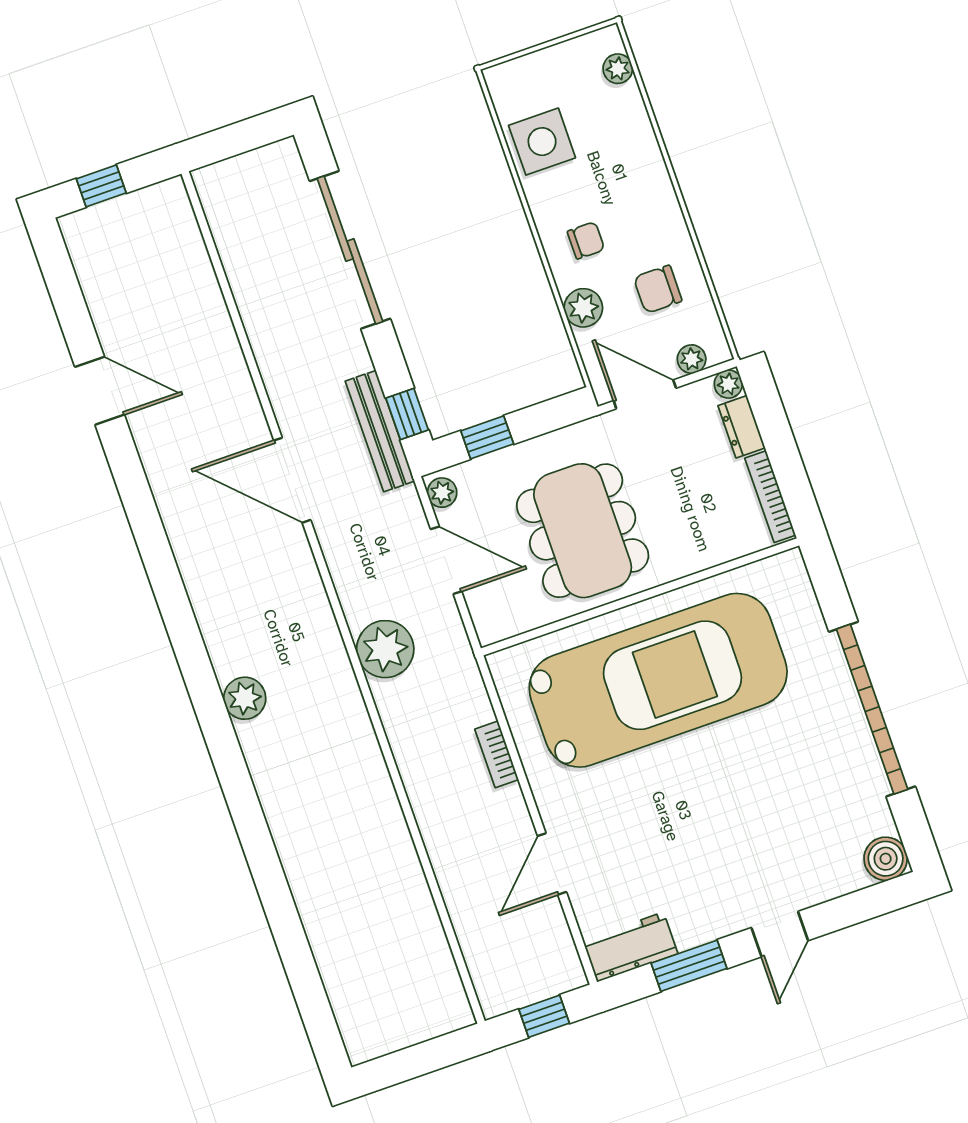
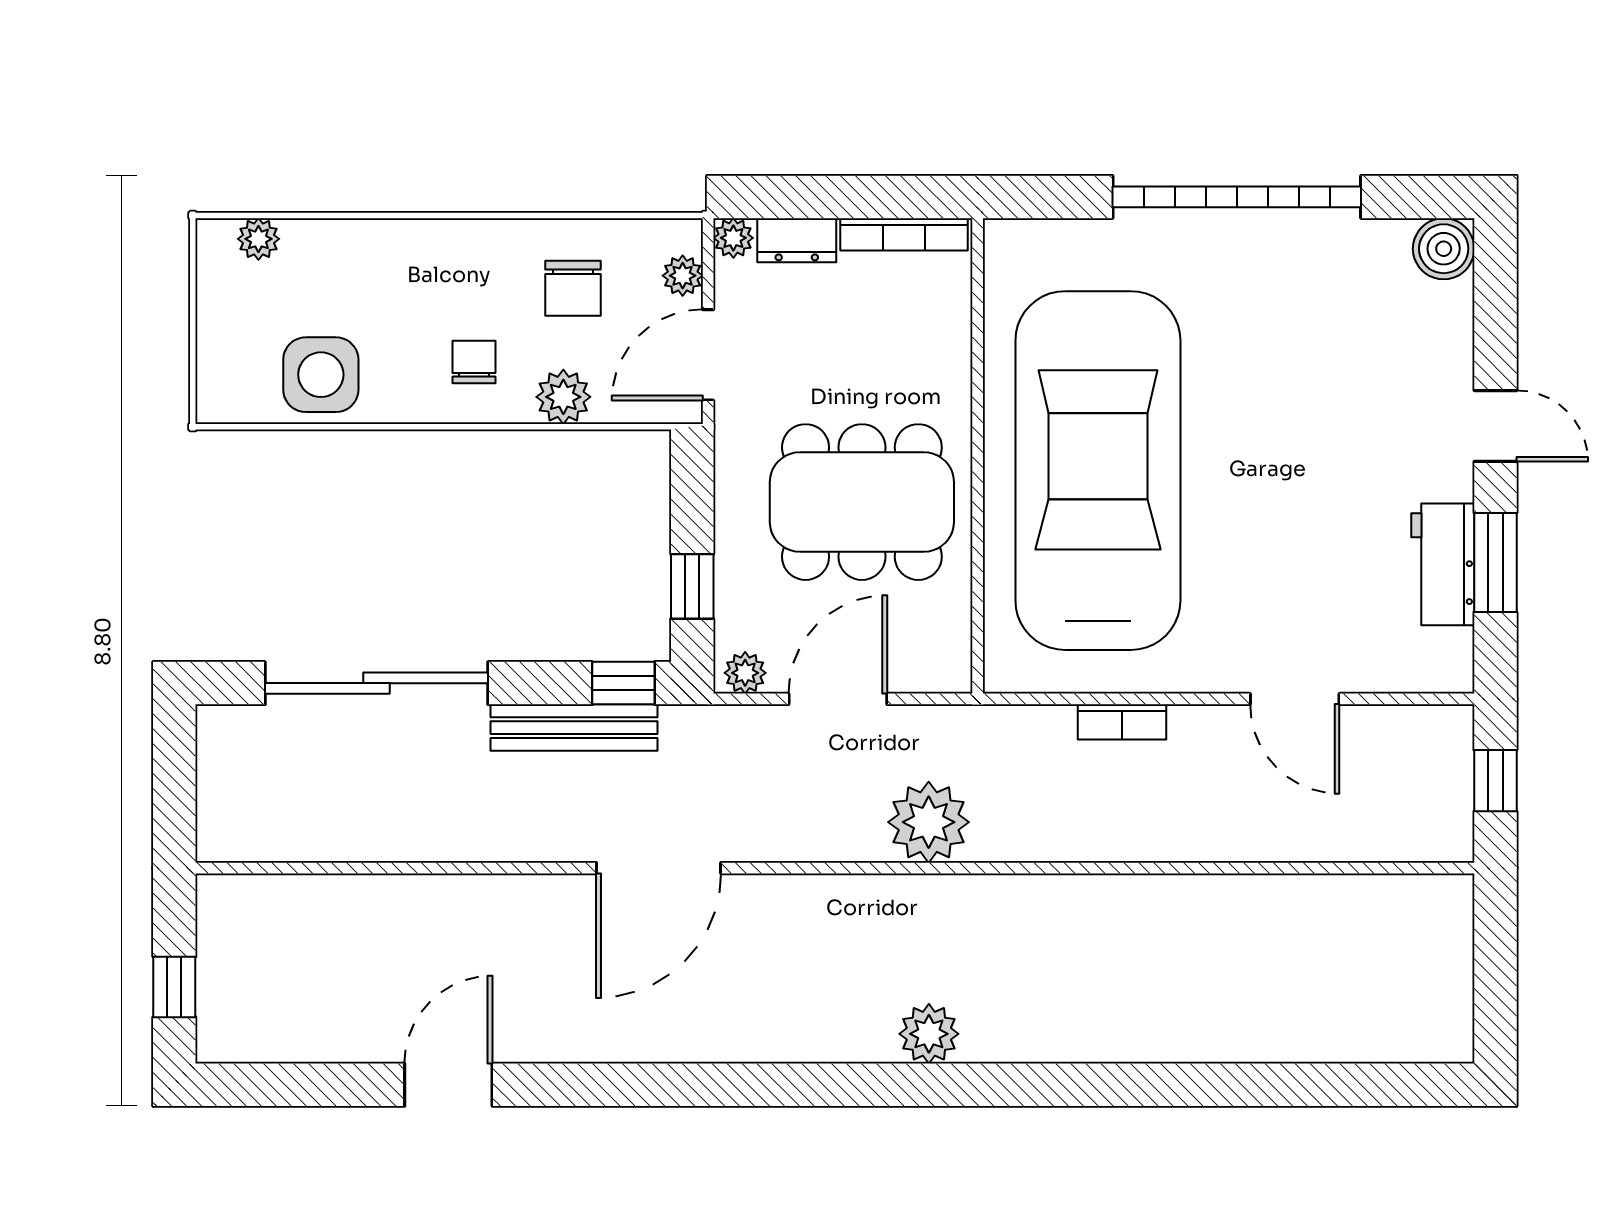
bench: (380, 431) -> (574, 728), moved
workbench: (630, 947) -> (1443, 564), moved

